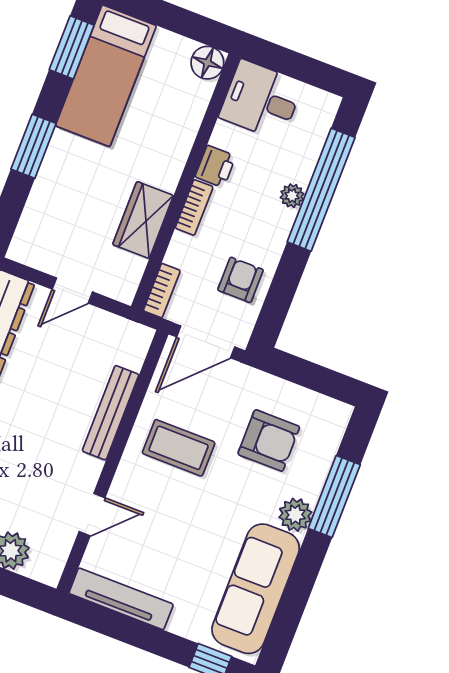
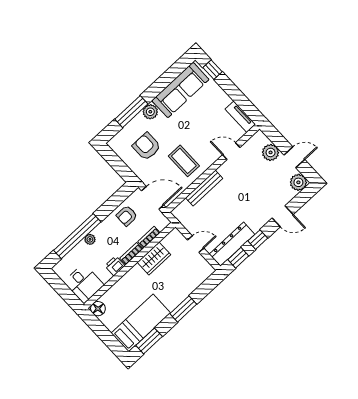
bookcase: (162, 291) -> (149, 237), moved
tv unit: (121, 599) -> (240, 117), width x0.71

